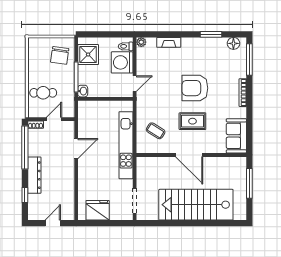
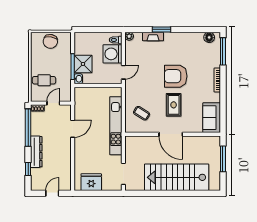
window: (211, 34) -> (162, 29), moved
chair: (60, 55) -> (50, 41), moved
shower: (88, 55) -> (83, 64), moved
rug: (192, 121) -> (174, 105), turned 90

